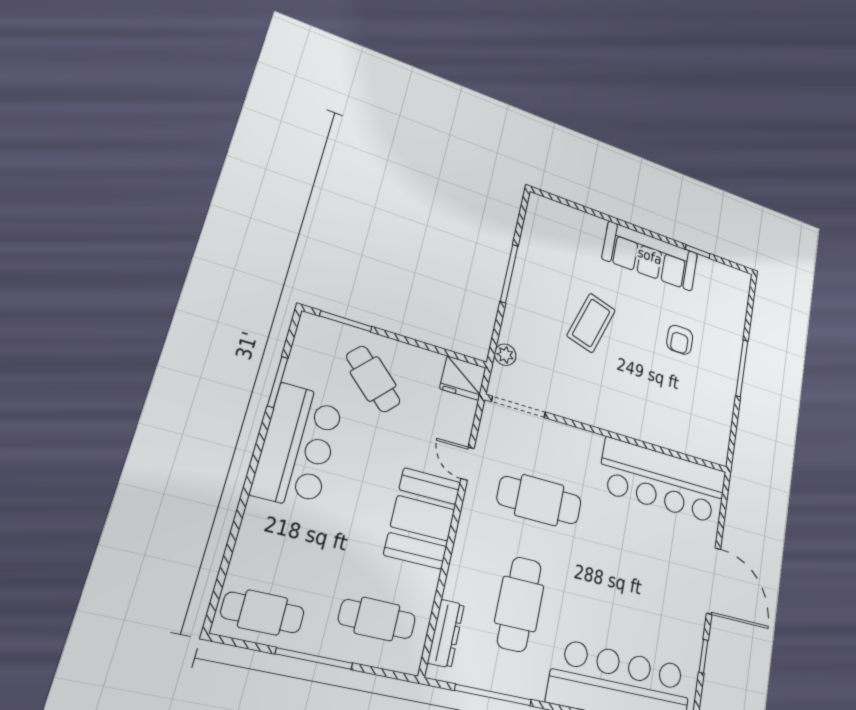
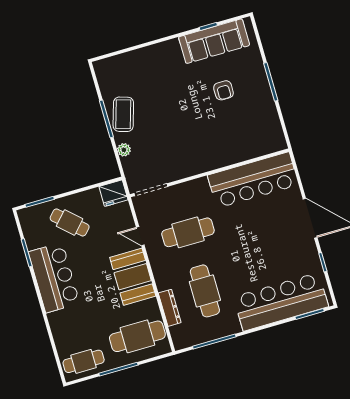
sofa: (650, 256) -> (214, 41), moved
coffee table: (591, 323) -> (123, 114), moved
plant: (505, 355) -> (124, 150), moved
cafe table: (377, 619) -> (137, 336), width x1.37, depth x1.35
dresser: (446, 633) -> (170, 308), moved

